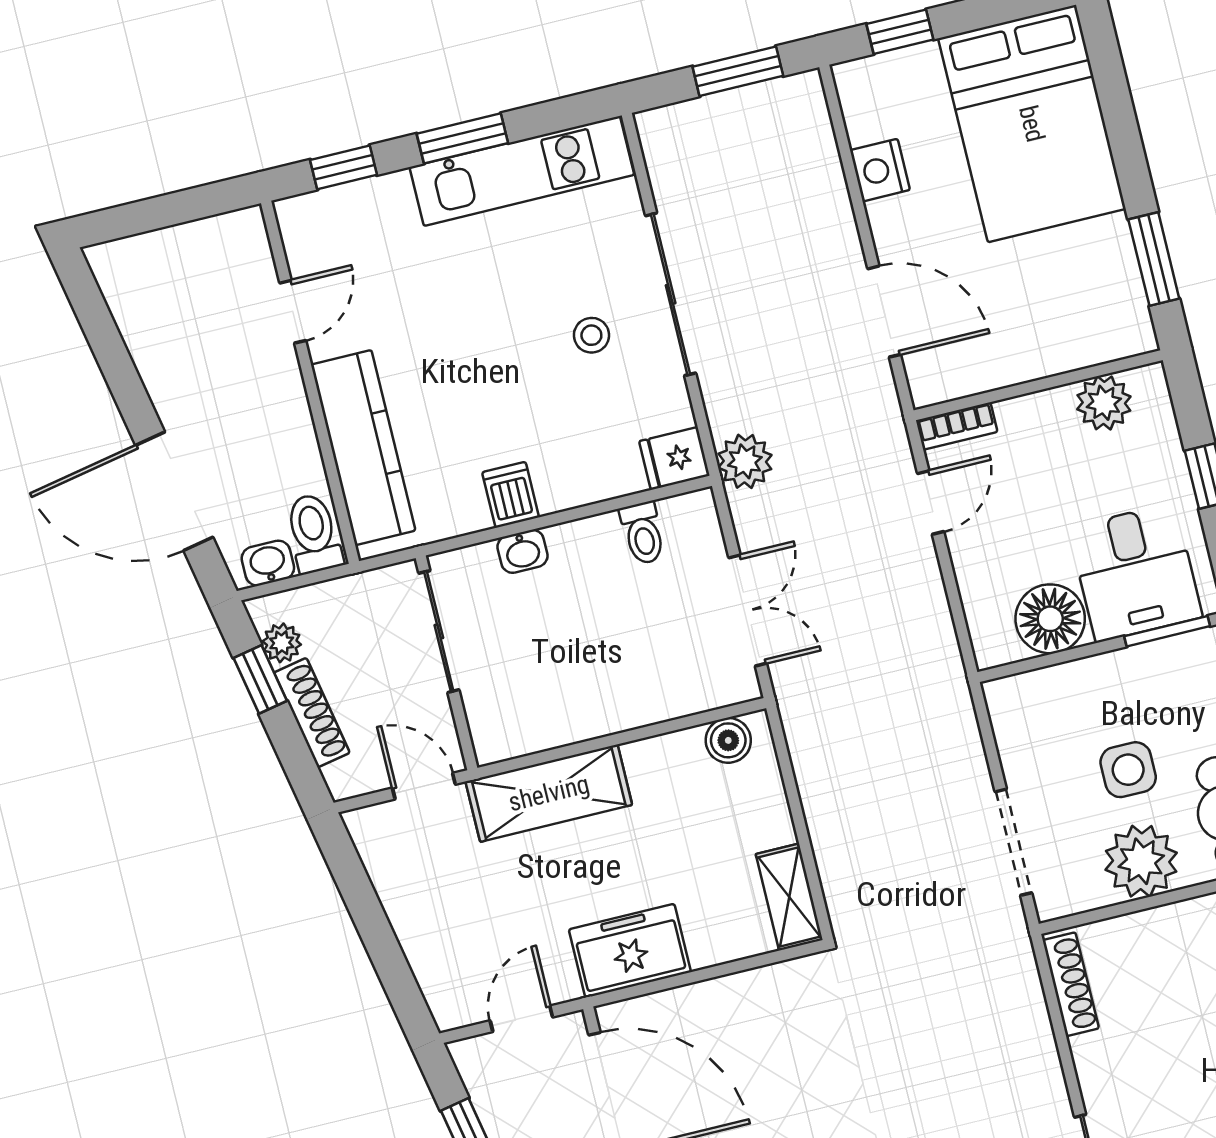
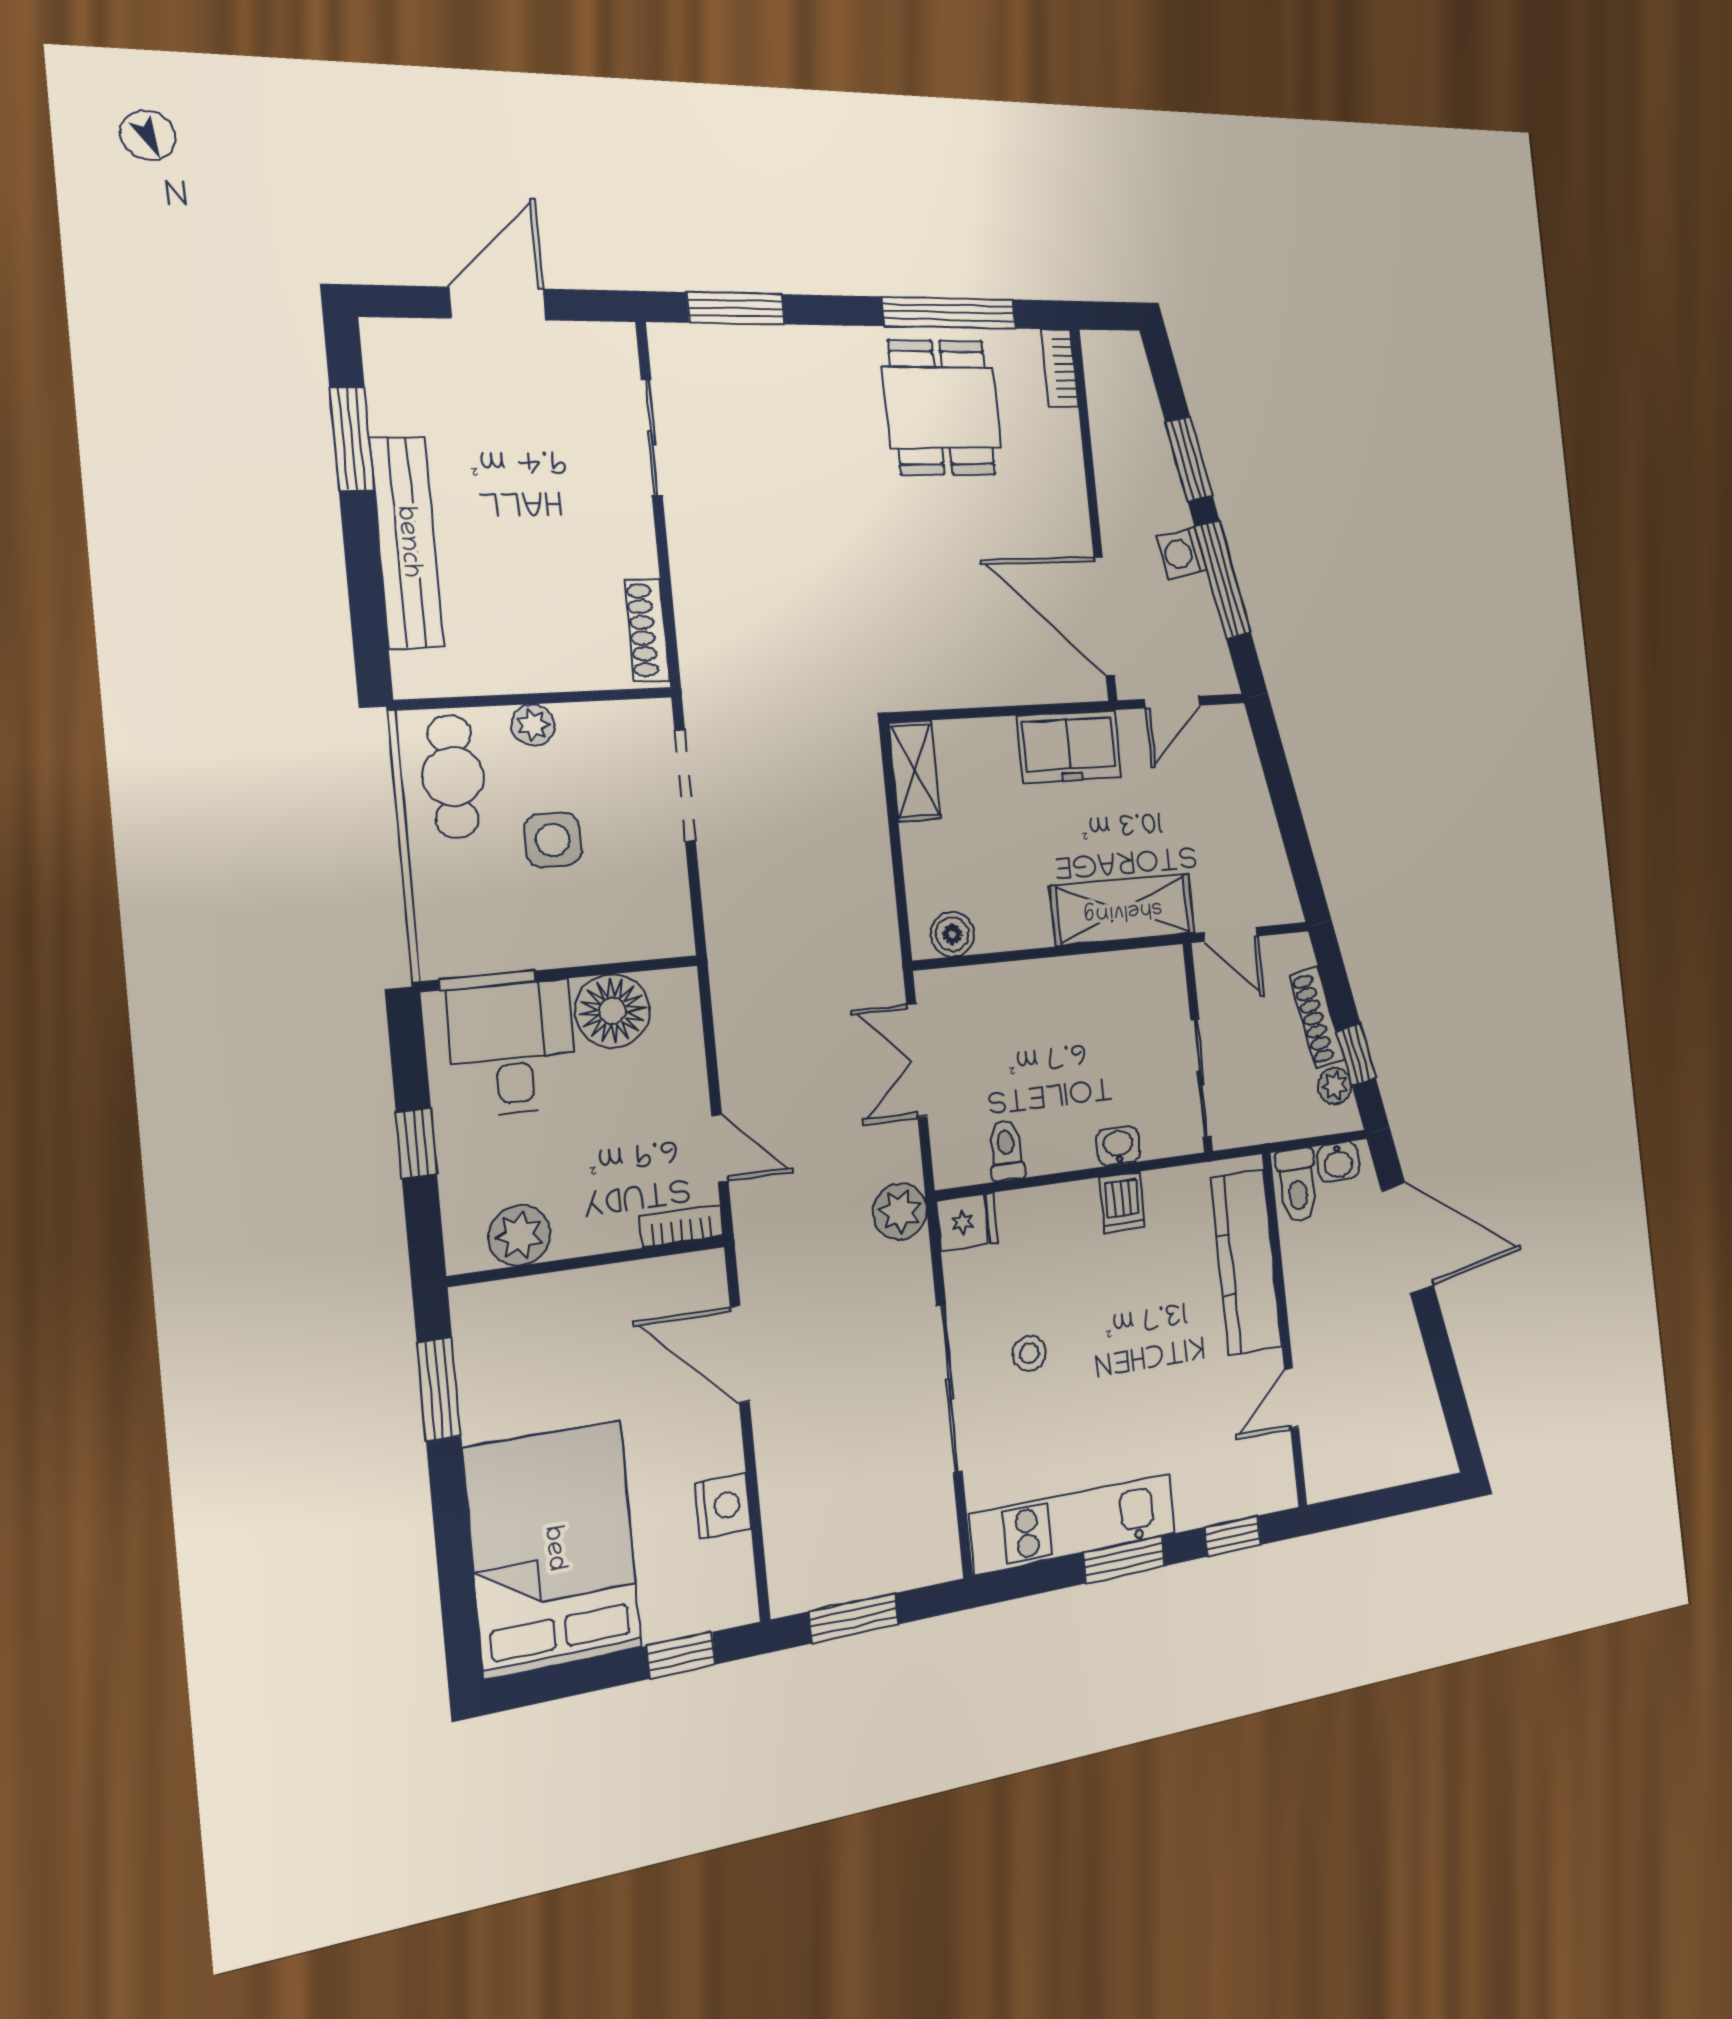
door: (931, 502) -> (720, 1149), swing flipped
plant: (1141, 861) -> (533, 725), width x0.53, depth x0.53

